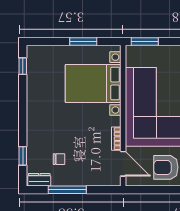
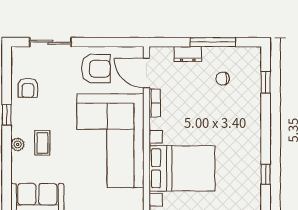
window: (23, 66) -> (266, 174), moved
dresser: (39, 180) -> (188, 54), moved

